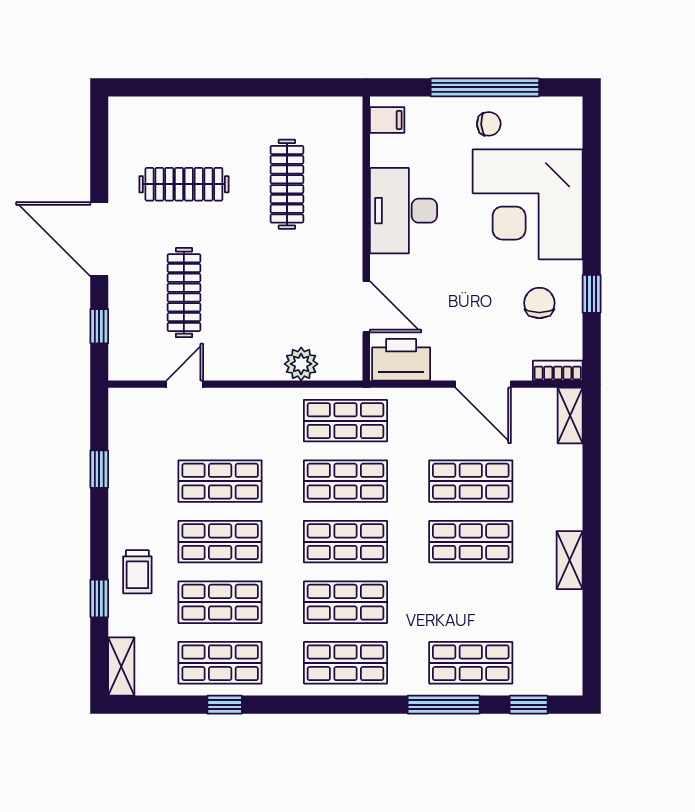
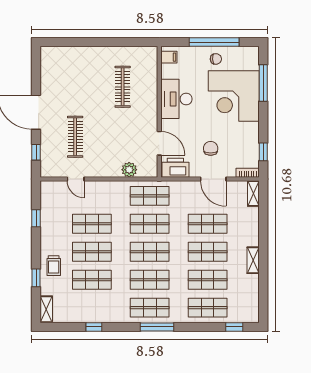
window: (592, 176) -> (263, 83), added
clothes rail: (184, 184) -> (75, 87), removed
window: (592, 294) -> (263, 152), moved
chair: (539, 303) -> (211, 148), moved
door: (185, 384) -> (76, 179), swing flipped
shop shelf: (220, 663) -> (208, 280), moved
window: (444, 705) -> (157, 327), moved

